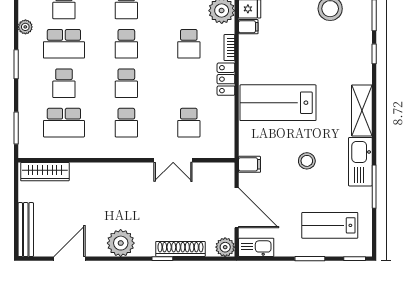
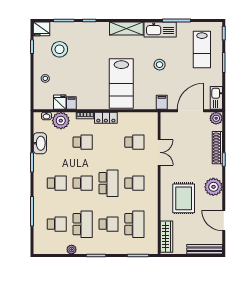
school desk: (126, 83) -> (109, 183), width x1.85
rug: (103, 198) -> (184, 198), added

